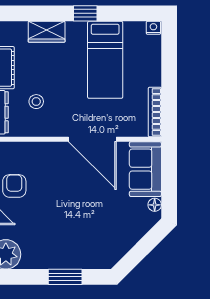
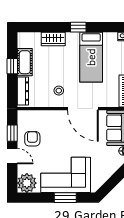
stool: (36, 102) -> (59, 91), moved
corner sofa: (66, 242) -> (66, 175), added

